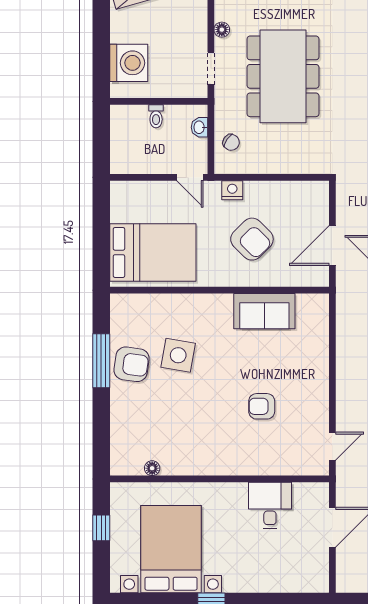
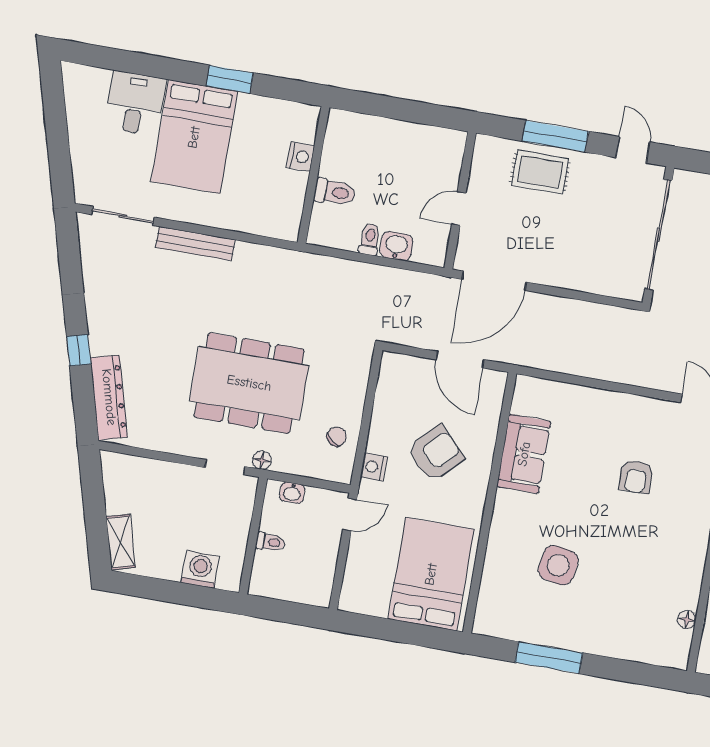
floor lamp: (222, 30) -> (262, 460), moved
washing machine: (129, 63) -> (200, 569), width x0.73, depth x0.73
chair: (231, 142) -> (337, 437), moved
armchair: (132, 364) -> (559, 622), removed

